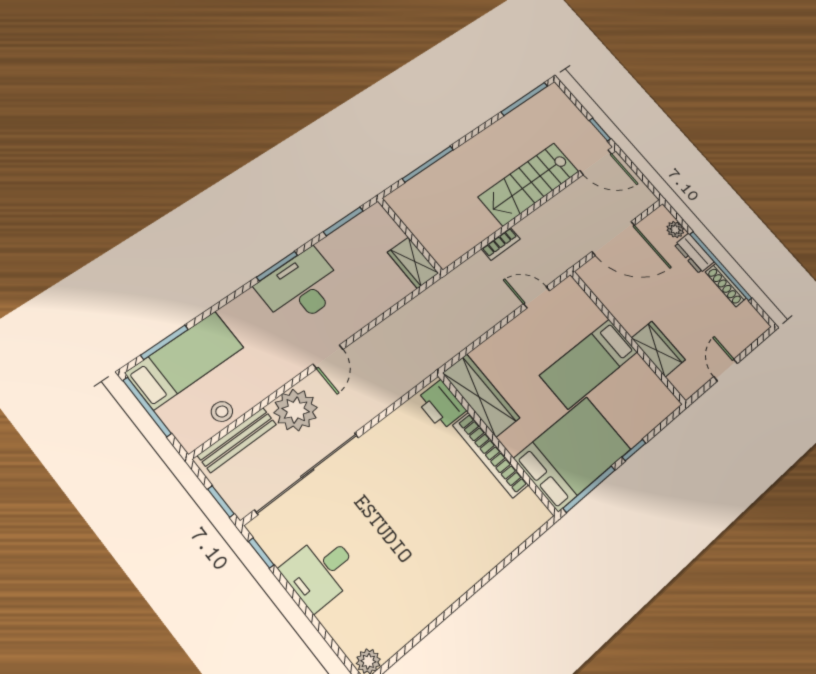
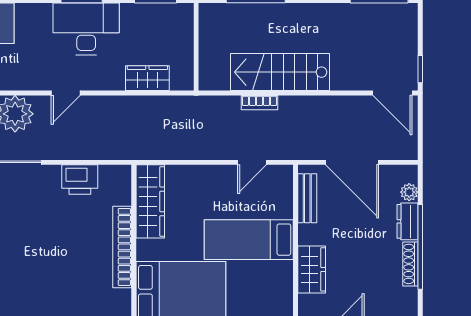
stairs: (529, 184) -> (280, 72), moved
wardrobe: (413, 263) -> (147, 78), moved, turned 90
bench: (605, 293) -> (307, 198), added
door: (537, 297) -> (252, 162), swing flipped
printer: (441, 405) -> (80, 180), moved, turned -90

